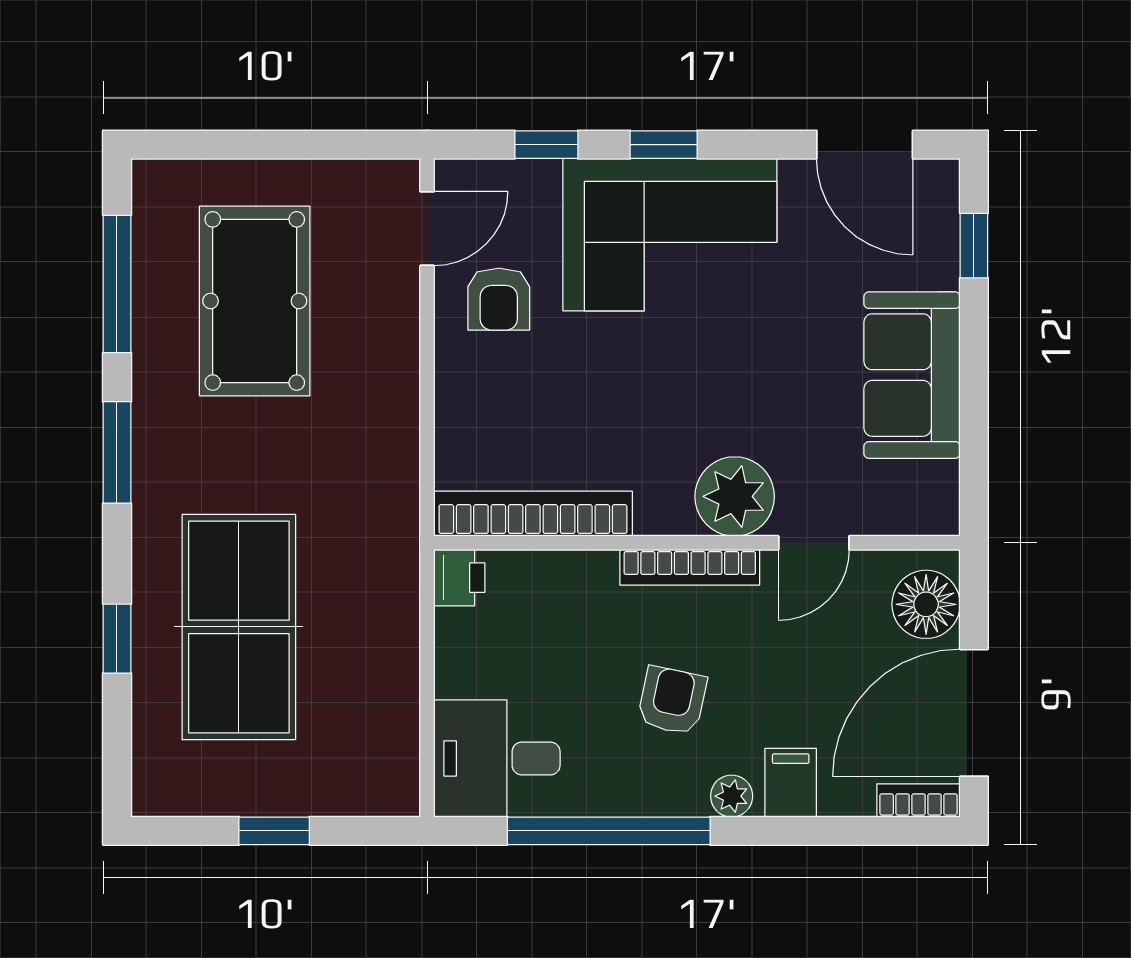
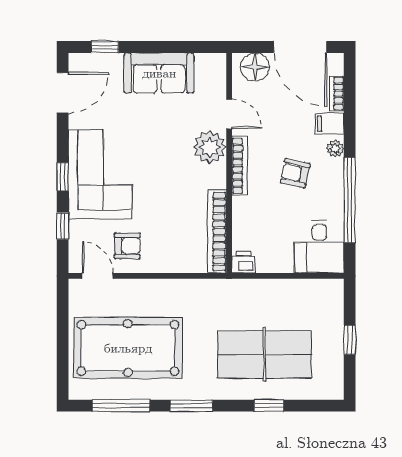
pool table: (255, 301) -> (128, 348), width x1.36, depth x1.32
bookcase: (919, 800) -> (337, 94), moved

